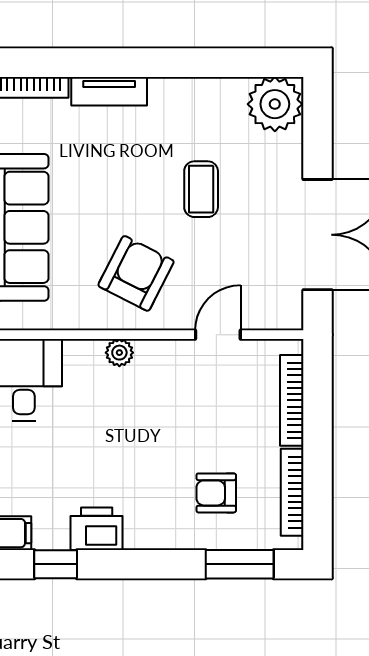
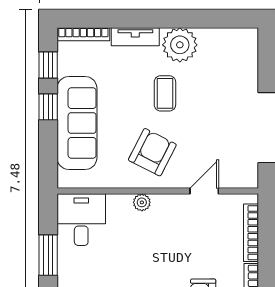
plant: (275, 104) -> (180, 45), moved
coffee table: (201, 189) -> (165, 93), moved

